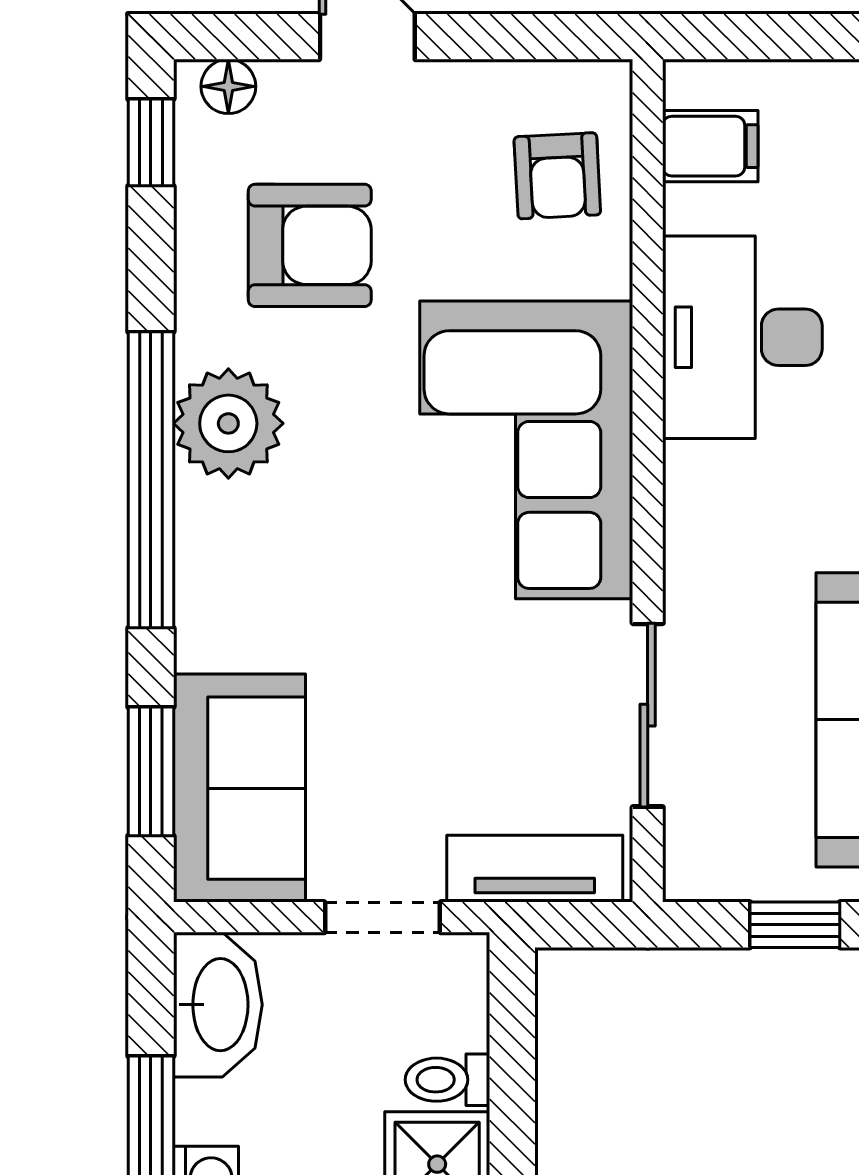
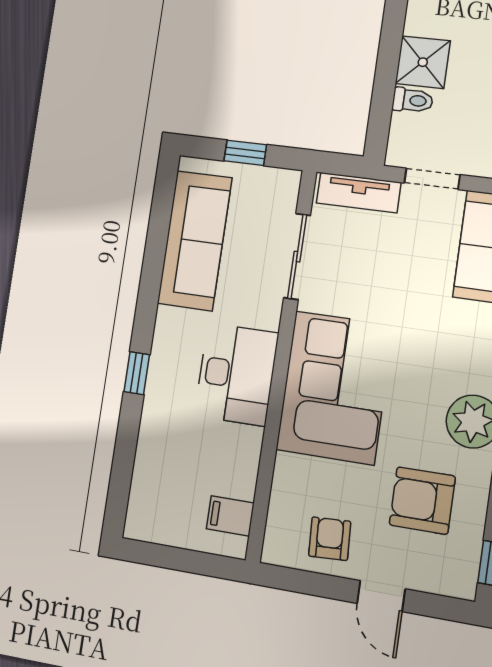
floor lamp: (228, 86) -> (451, 584), removed
armchair: (557, 176) -> (330, 539), moved
desk: (742, 337) -> (236, 374), moved

